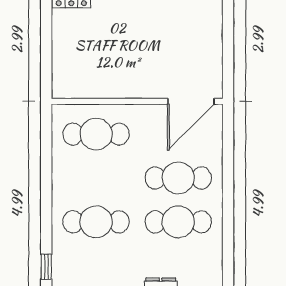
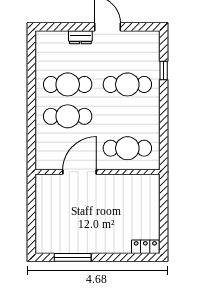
door: (191, 101) -> (80, 172), moved
window: (46, 267) -> (164, 71), moved

